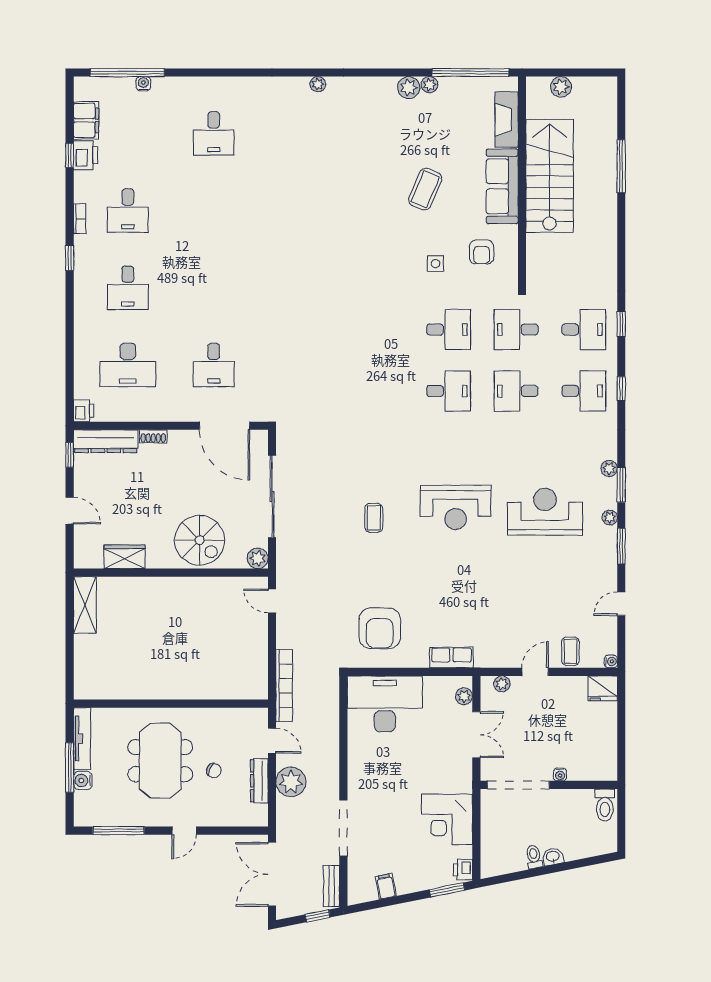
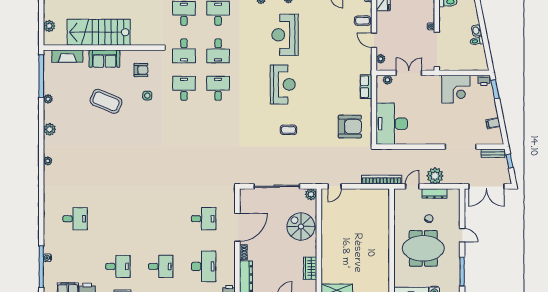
plant: (409, 88) -> (50, 129), moved
sofa: (502, 186) -> (104, 59), width x0.73
coffee table: (425, 189) -> (106, 101), width x1.36, depth x1.32
door: (225, 426) -> (237, 227), moved
spiral stairs: (200, 540) -> (301, 227), turned -90

